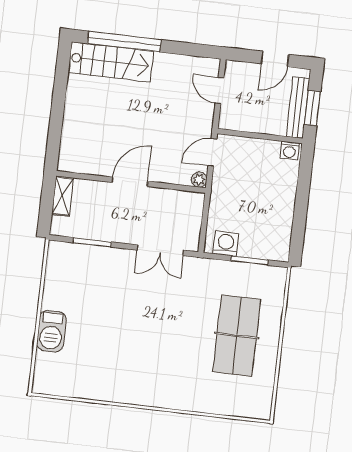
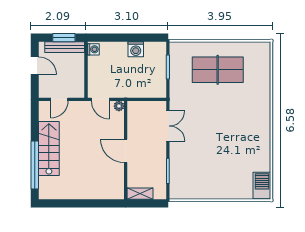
stairs: (111, 62) -> (49, 149), moved
washing machine: (226, 244) -> (136, 49), moved, turned -90
barbecue: (51, 331) -> (262, 185), moved, turned -90

